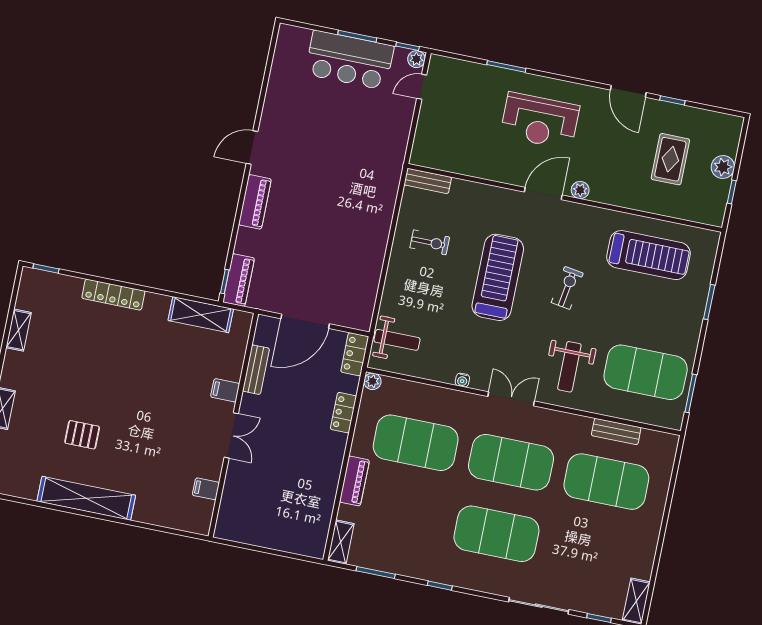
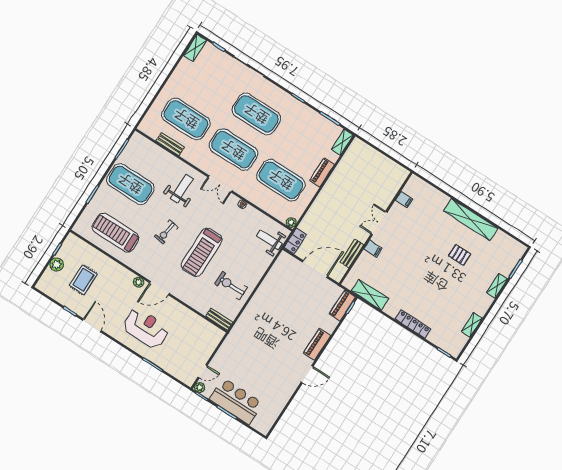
exercise bike: (430, 242) -> (231, 286), width x1.38, depth x1.39
exercise mat: (646, 372) -> (130, 184), moved
locker: (343, 413) -> (314, 212), removed

